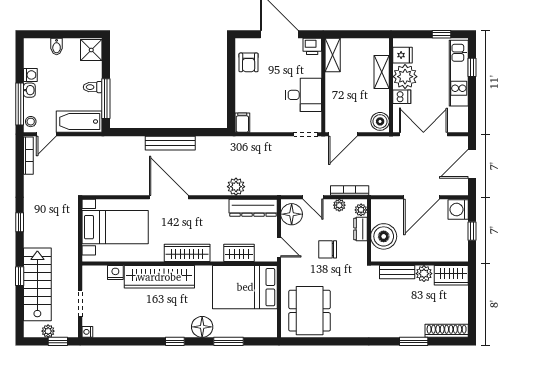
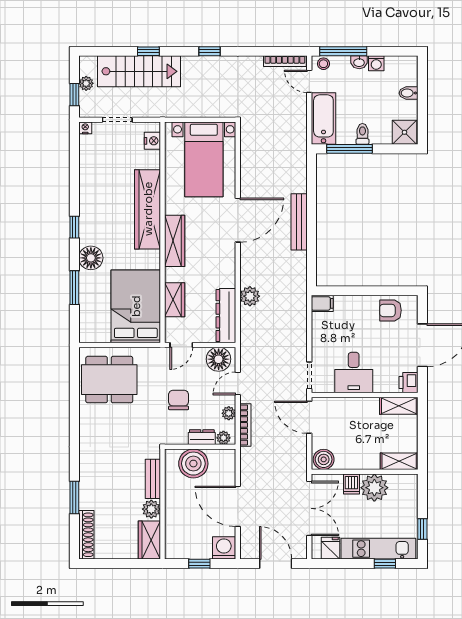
fridge: (403, 55) -> (330, 548), moved, turned 180
shelving: (382, 72) -> (399, 461), moved
nightstand: (115, 273) -> (152, 141), moved

